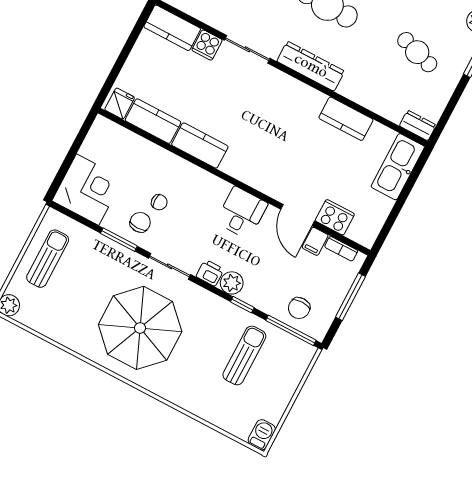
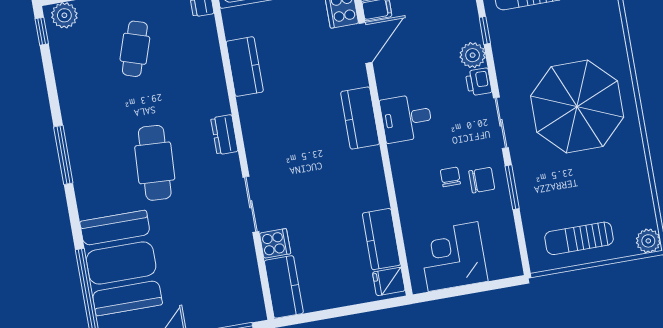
dresser: (311, 66) -> (224, 135), width x0.51, depth x0.80
kitchen counter: (200, 146) -> (360, 118), moved
corner desk: (88, 190) -> (453, 257), moved
desk: (242, 213) -> (406, 118), moved
chair: (140, 222) -> (482, 180), turned 180

